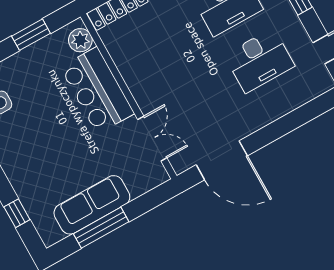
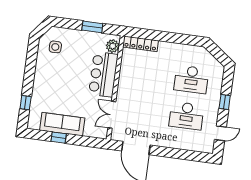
double door: (152, 139) -> (112, 115), swing flipped
window: (101, 228) -> (59, 138), width x0.46

